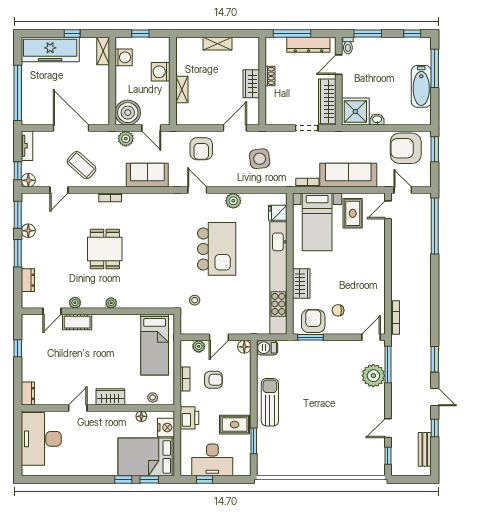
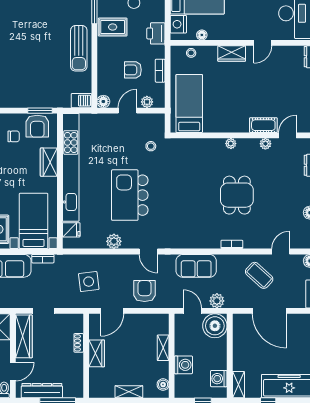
boiler: (182, 51) -> (163, 385), added
shoe rack: (270, 76) -> (79, 343), moved

